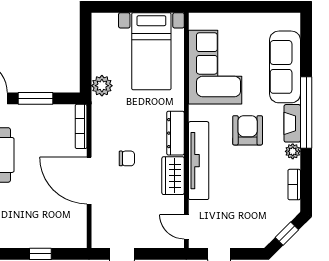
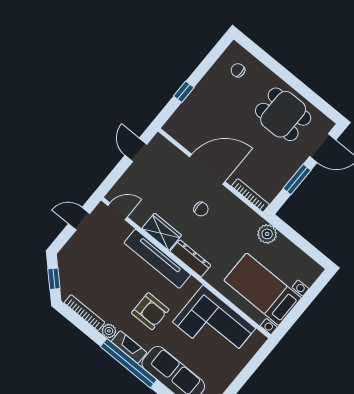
chair: (127, 158) -> (201, 209), turned -90
bookcase: (294, 185) -> (84, 313), width x1.56

